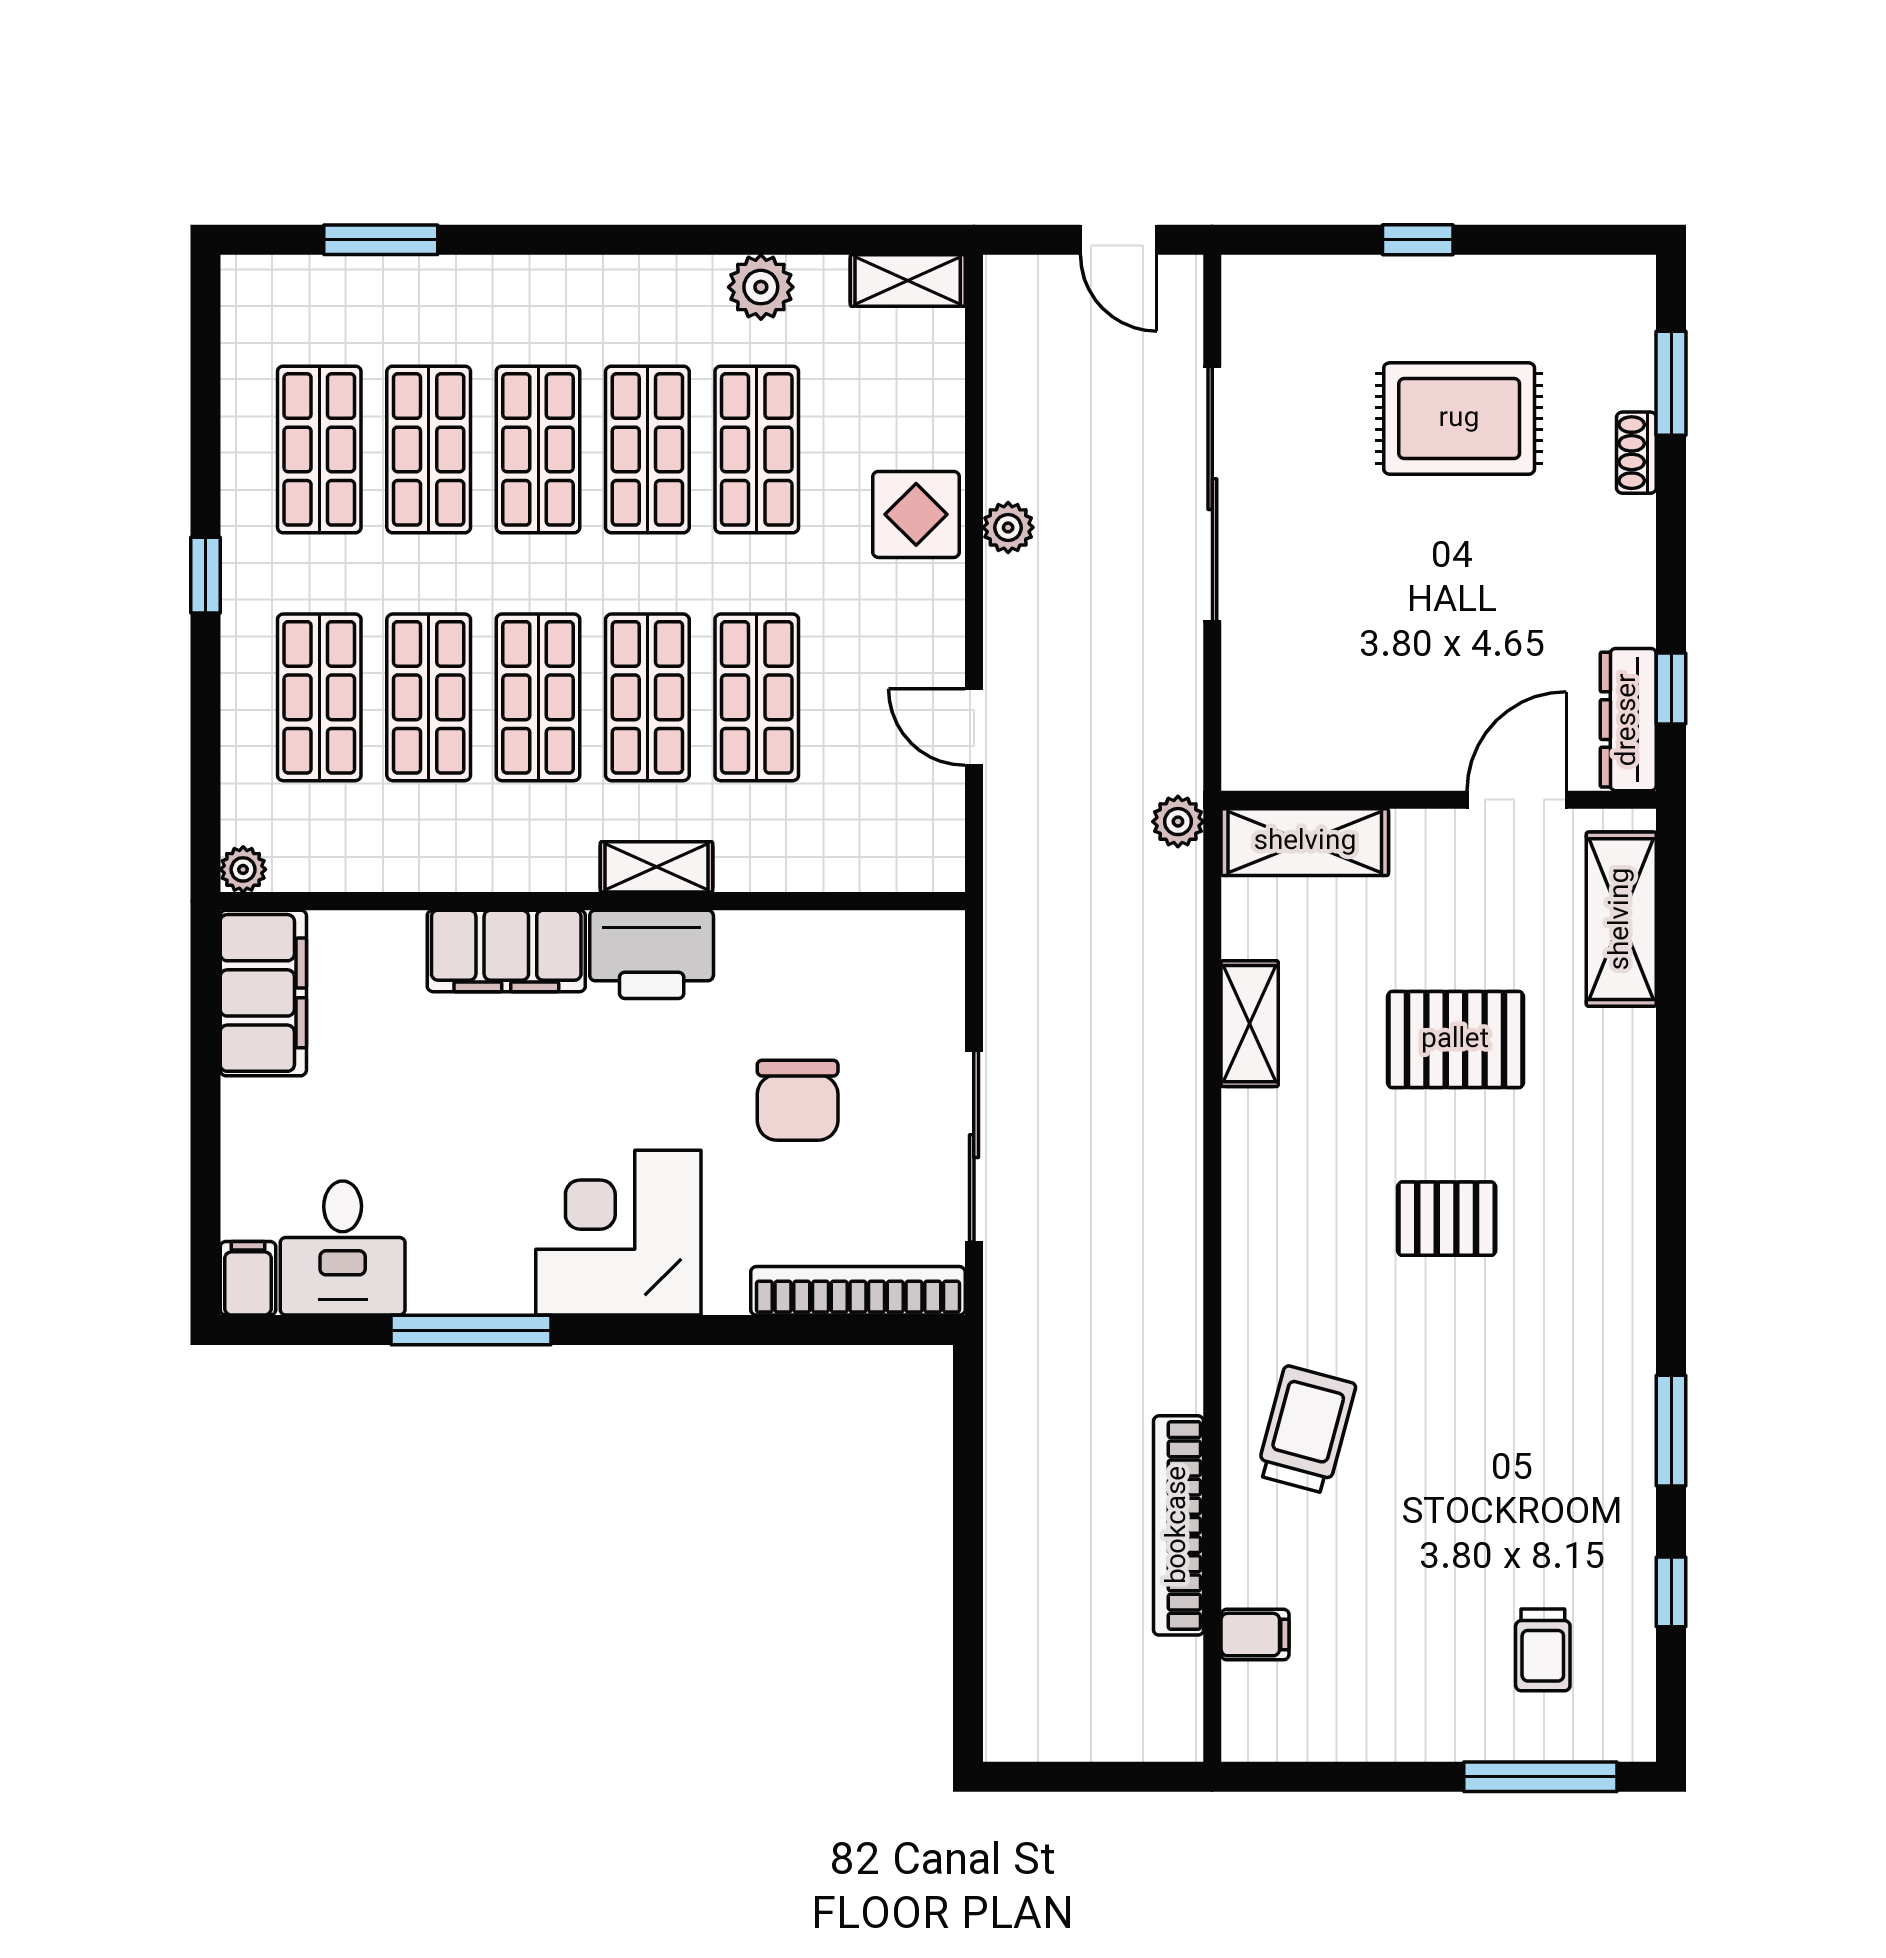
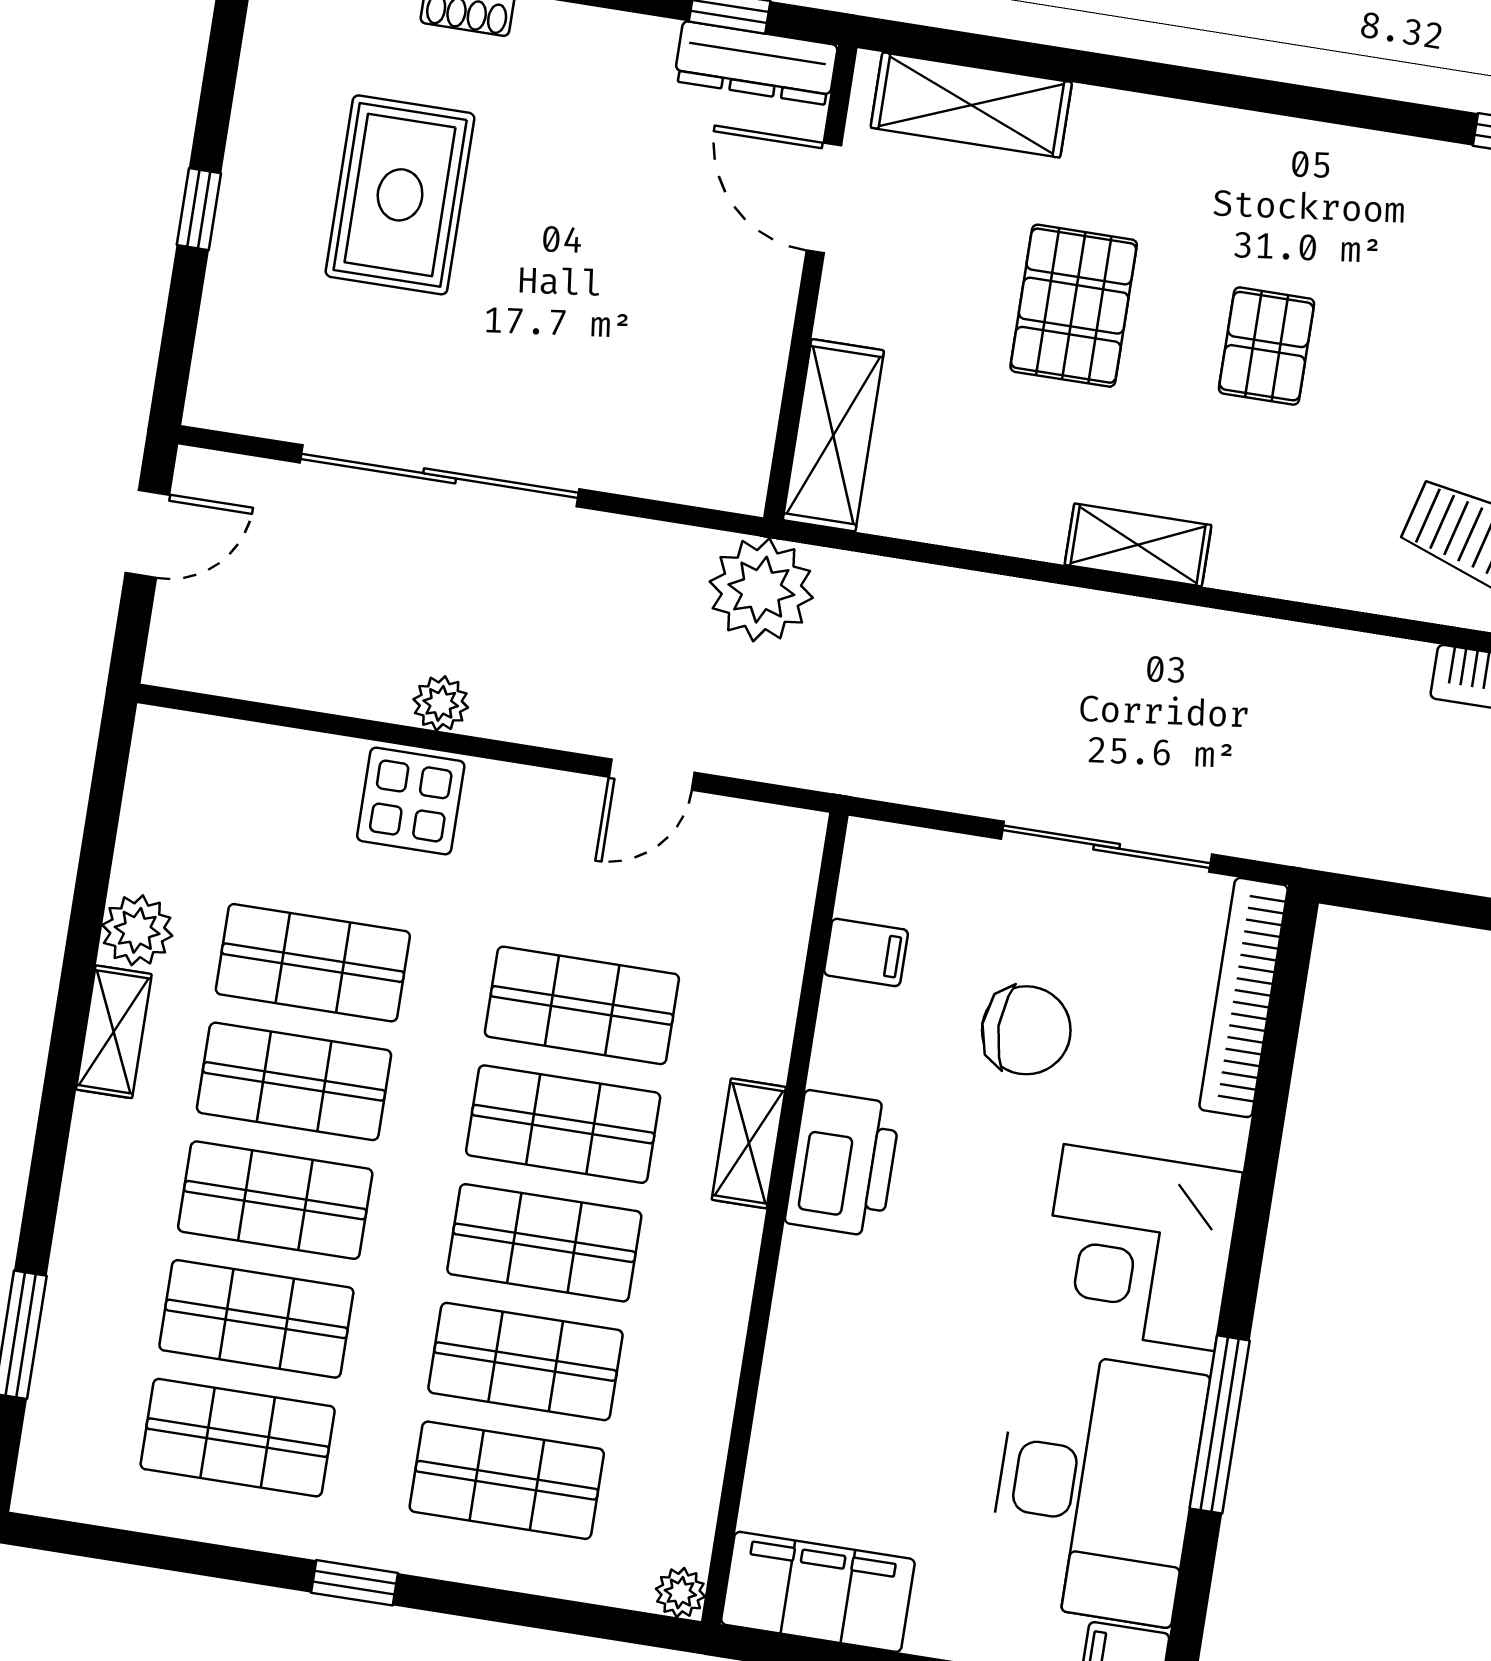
shelving: (908, 280) -> (114, 1032), moved
plant: (1178, 822) -> (761, 590), width x1.88, depth x1.88
filing cabinet: (506, 951) -> (866, 952), moved, width x0.33, depth x0.86
shelving: (1250, 1024) -> (1138, 545), moved
desk: (343, 1248) -> (1096, 1487), width x1.87, depth x1.30

